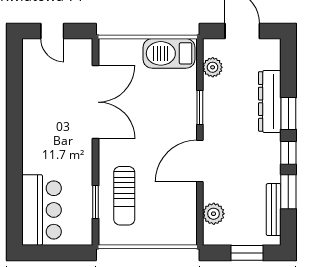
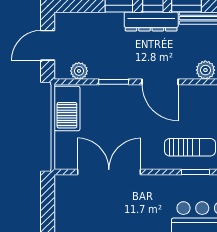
door: (52, 31) -> (48, 209), removed
dresser: (270, 101) -> (151, 21), moved

